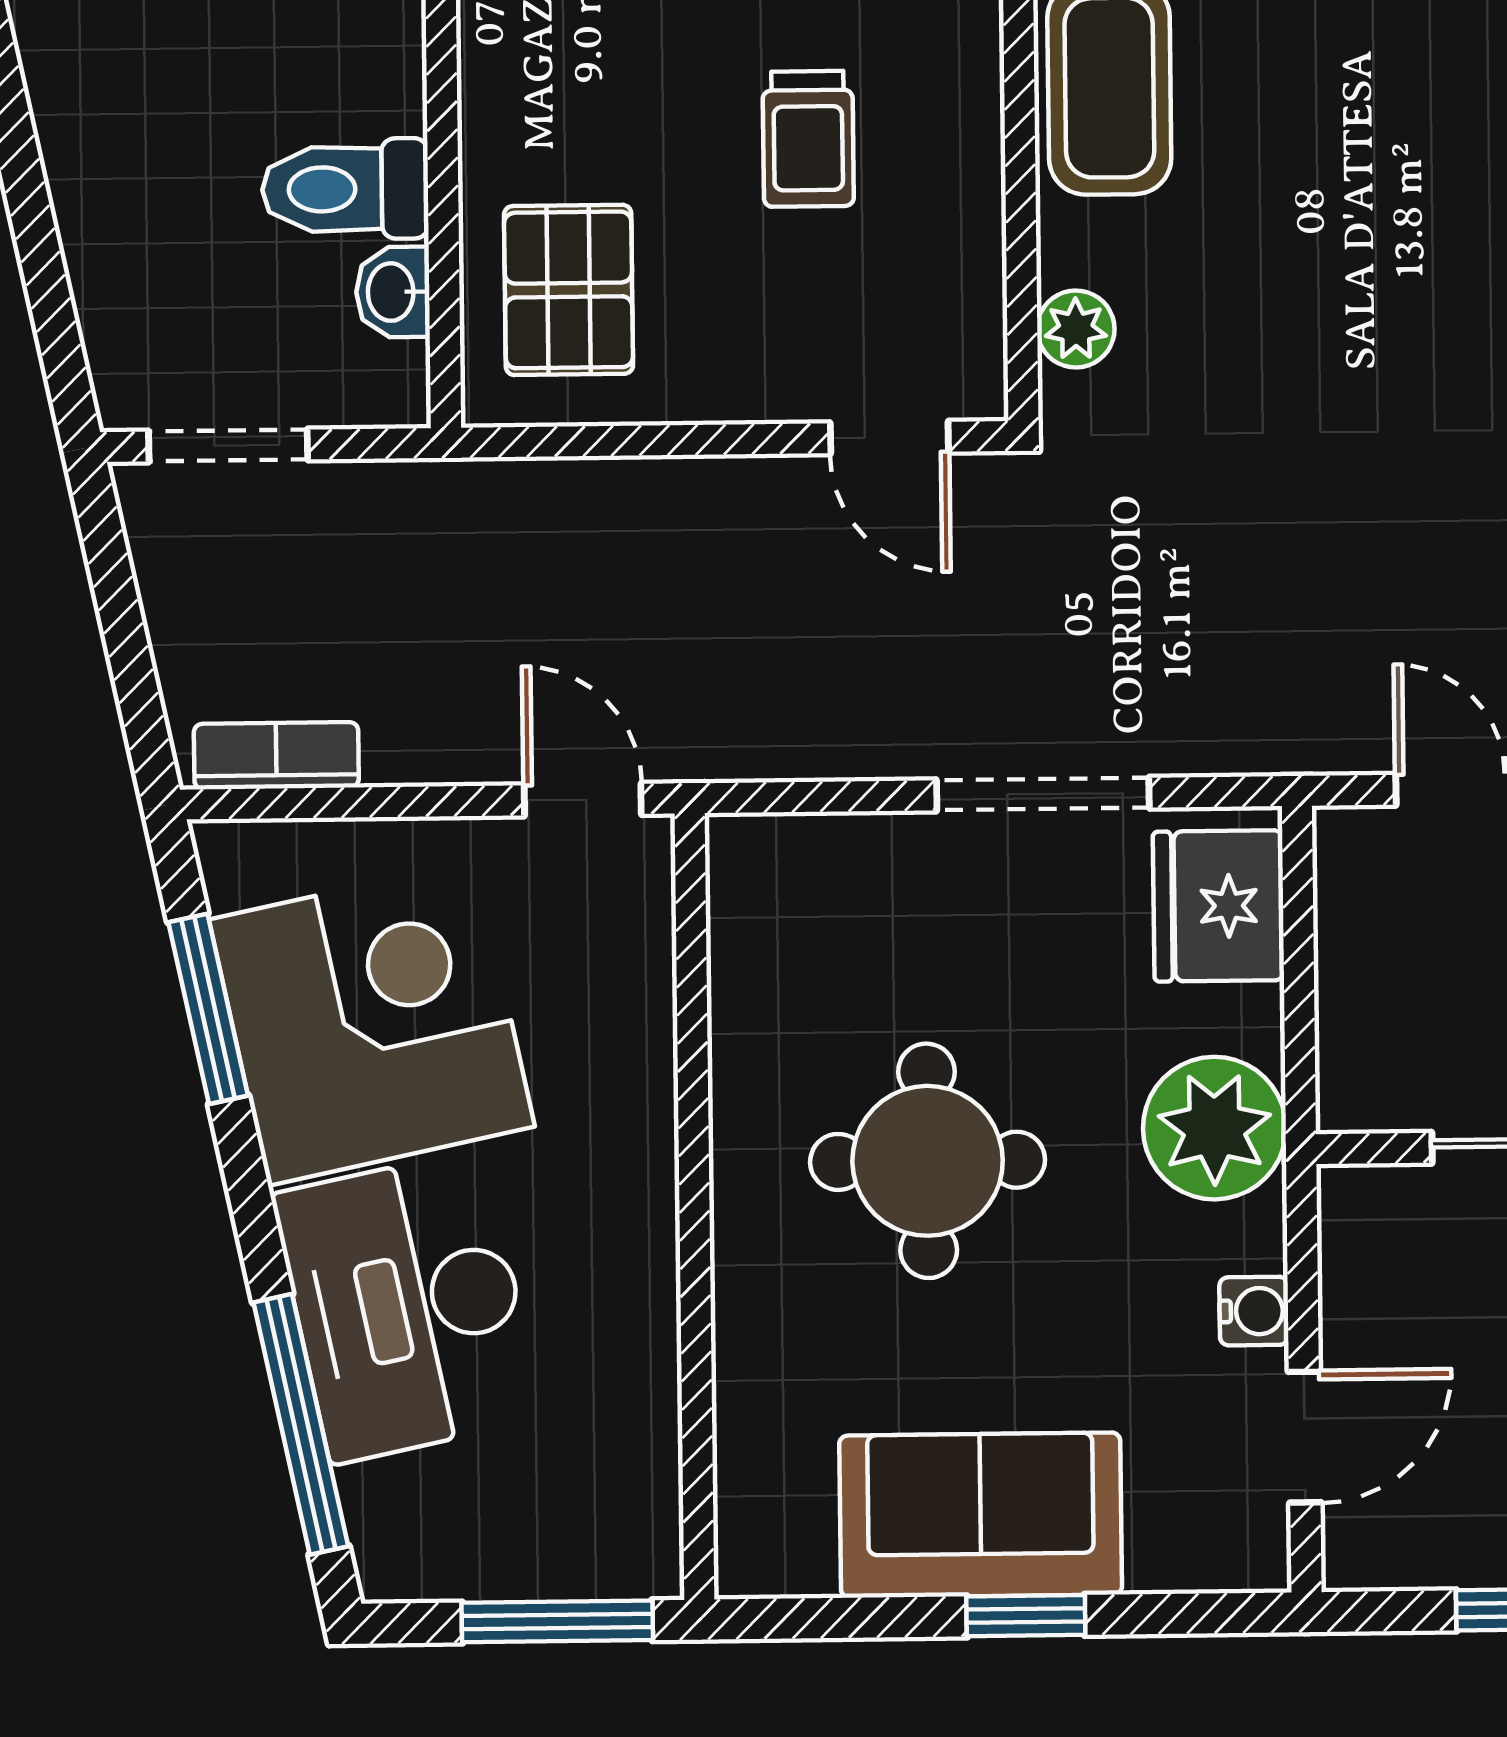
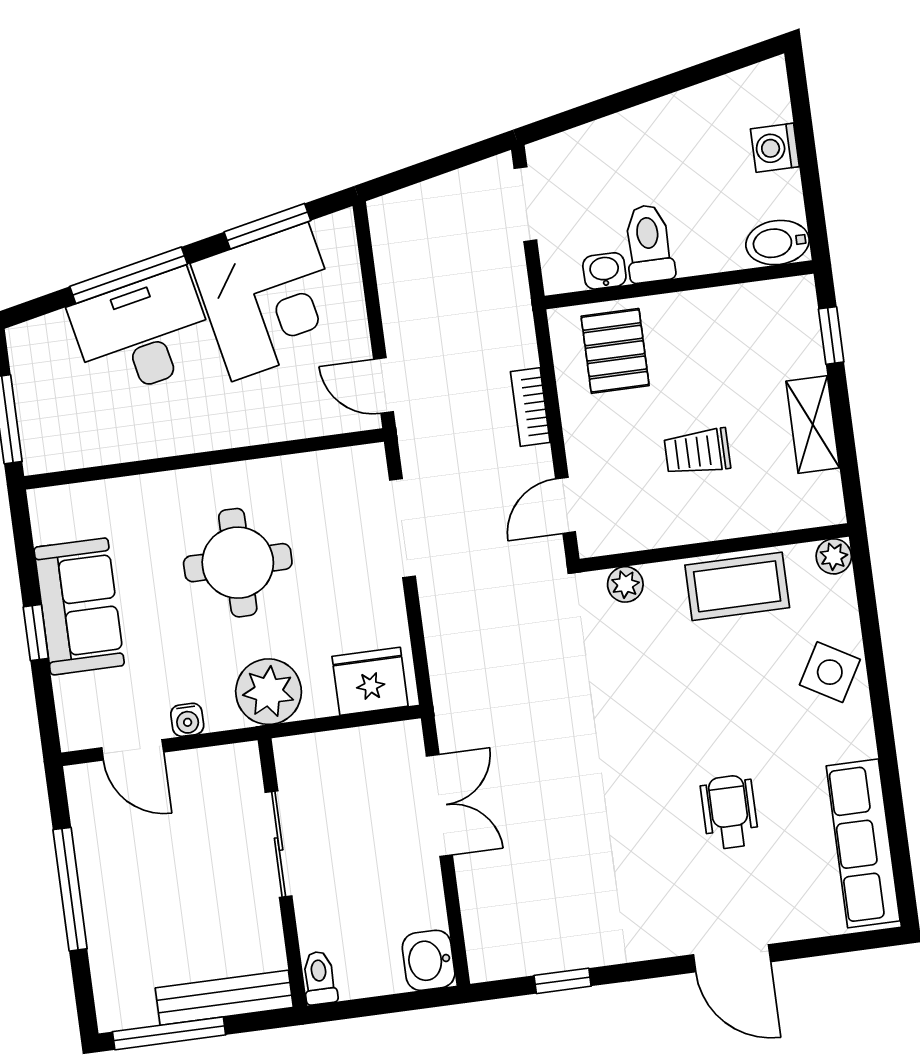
pallet: (569, 290) -> (615, 351), turned 90
bookcase: (276, 756) -> (530, 407), moved, turned 180
doorway: (1043, 794) -> (402, 528), moved
door: (583, 800) -> (383, 385), swing flipped
window: (301, 1424) -> (129, 275), moved

